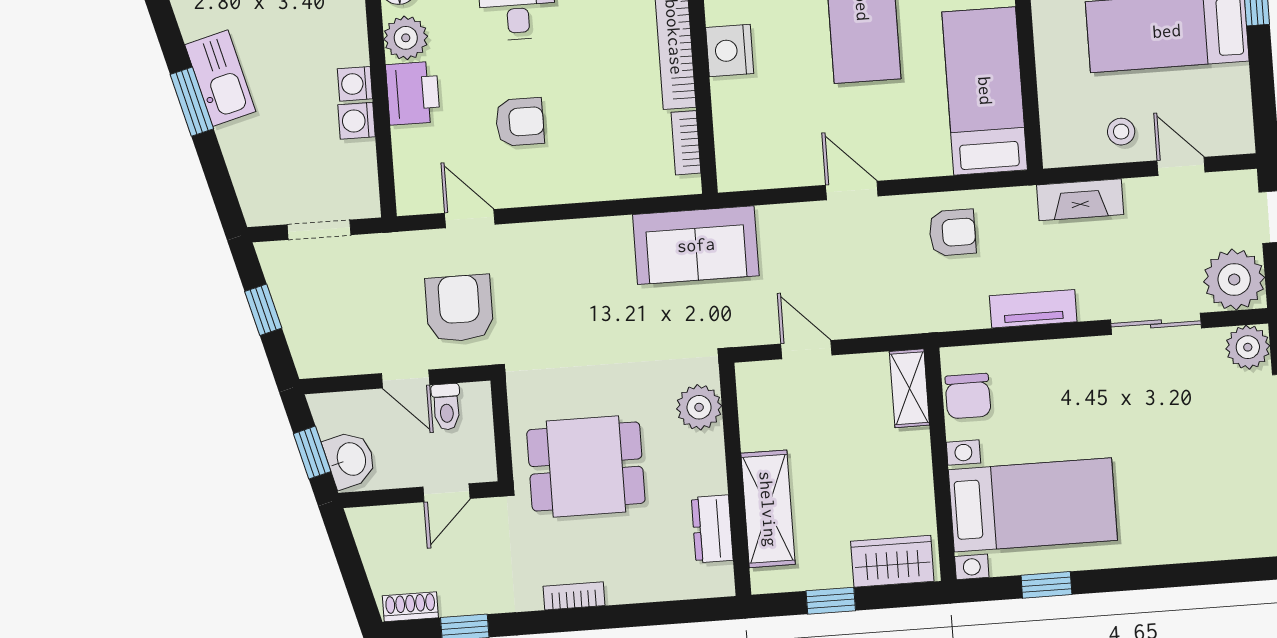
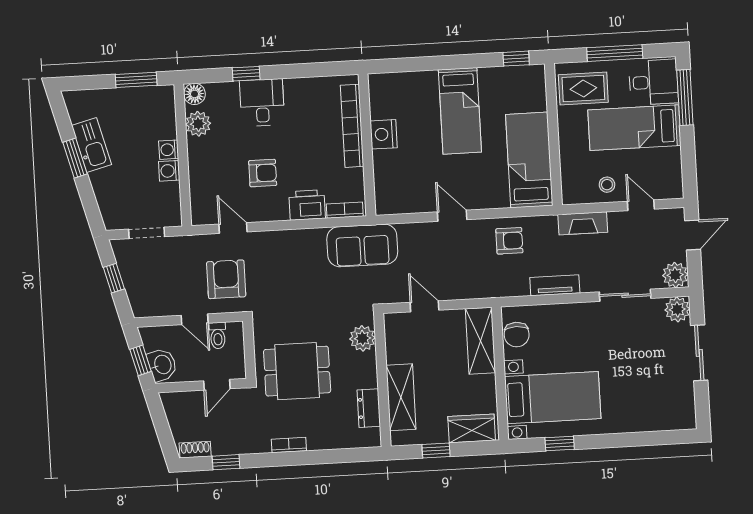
printer: (413, 93) -> (307, 205), moved, turned -90
bookcase: (686, 143) -> (345, 210), moved, turned 90
plant: (1234, 280) -> (675, 275), width x0.73, depth x0.73
shelving: (909, 388) -> (480, 341), width x1.50, depth x1.33

